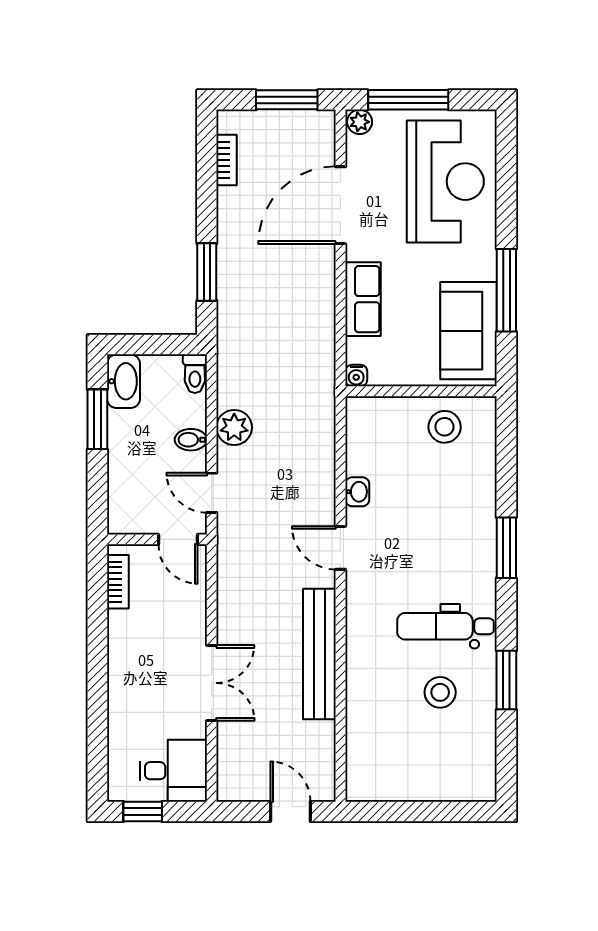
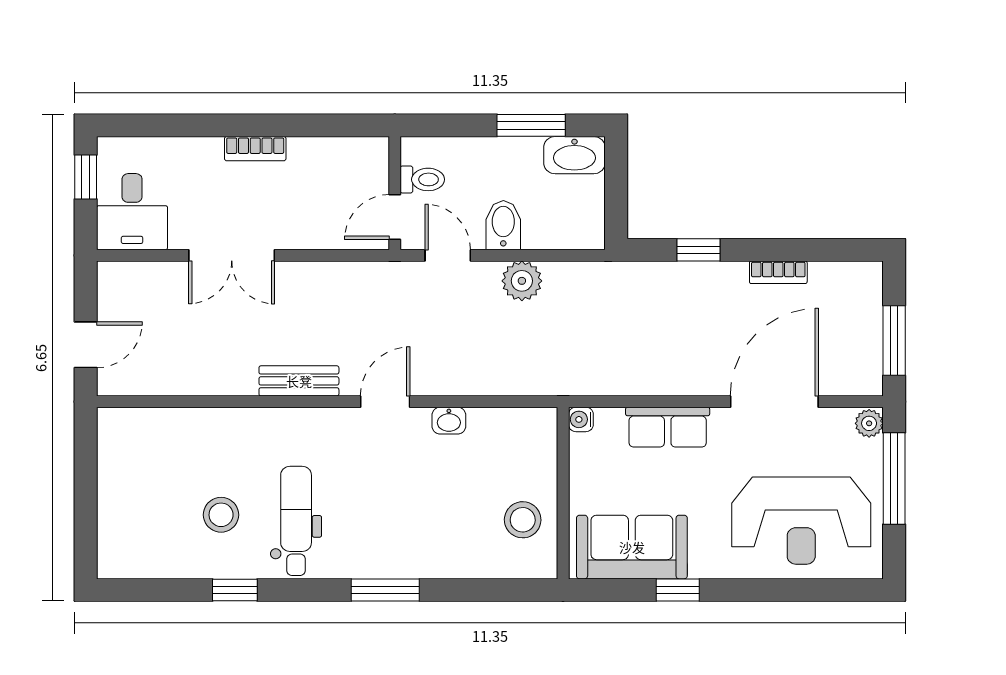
bookcase: (227, 160) -> (778, 272), moved
door: (340, 205) -> (774, 402), hinge flipped
window: (207, 272) -> (698, 250), width x0.67
window: (506, 290) -> (678, 590), width x0.46
toilet: (195, 374) -> (422, 179), moved, turned 180
bidet: (191, 440) -> (503, 225), width x1.38, depth x1.36
door: (212, 493) -> (448, 255), hinge flipped
bookcase: (118, 582) -> (255, 149), moved
bench: (319, 654) -> (299, 381), width x0.54, depth x0.82
window: (506, 680) -> (235, 590), width x0.67

